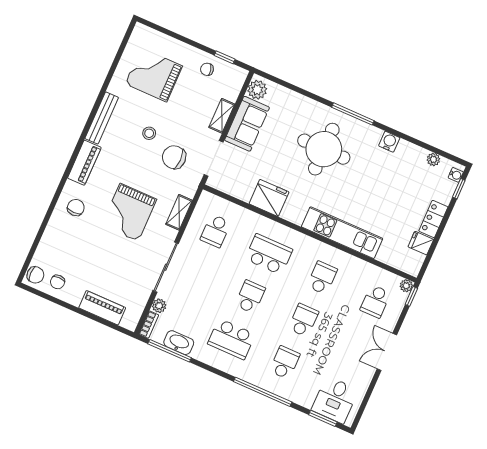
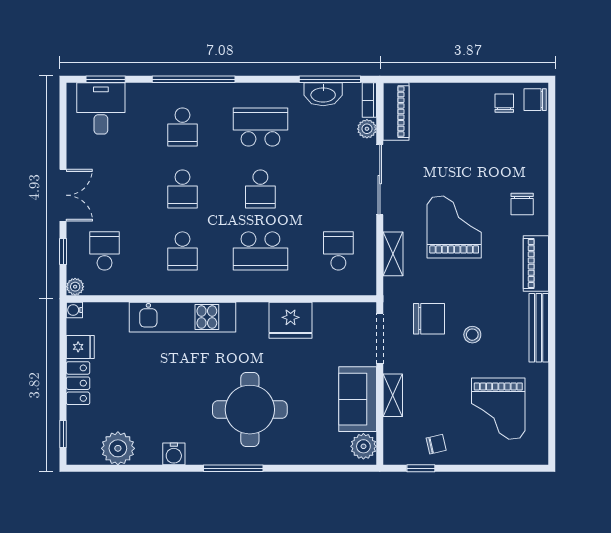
grand piano: (154, 75) -> (498, 409), turned 90
plant: (433, 159) -> (118, 448), width x1.87, depth x1.87
water cooler: (456, 175) -> (74, 310), moved
window: (411, 296) -> (63, 251), moved
piano: (102, 308) -> (396, 112), moved, turned -90

